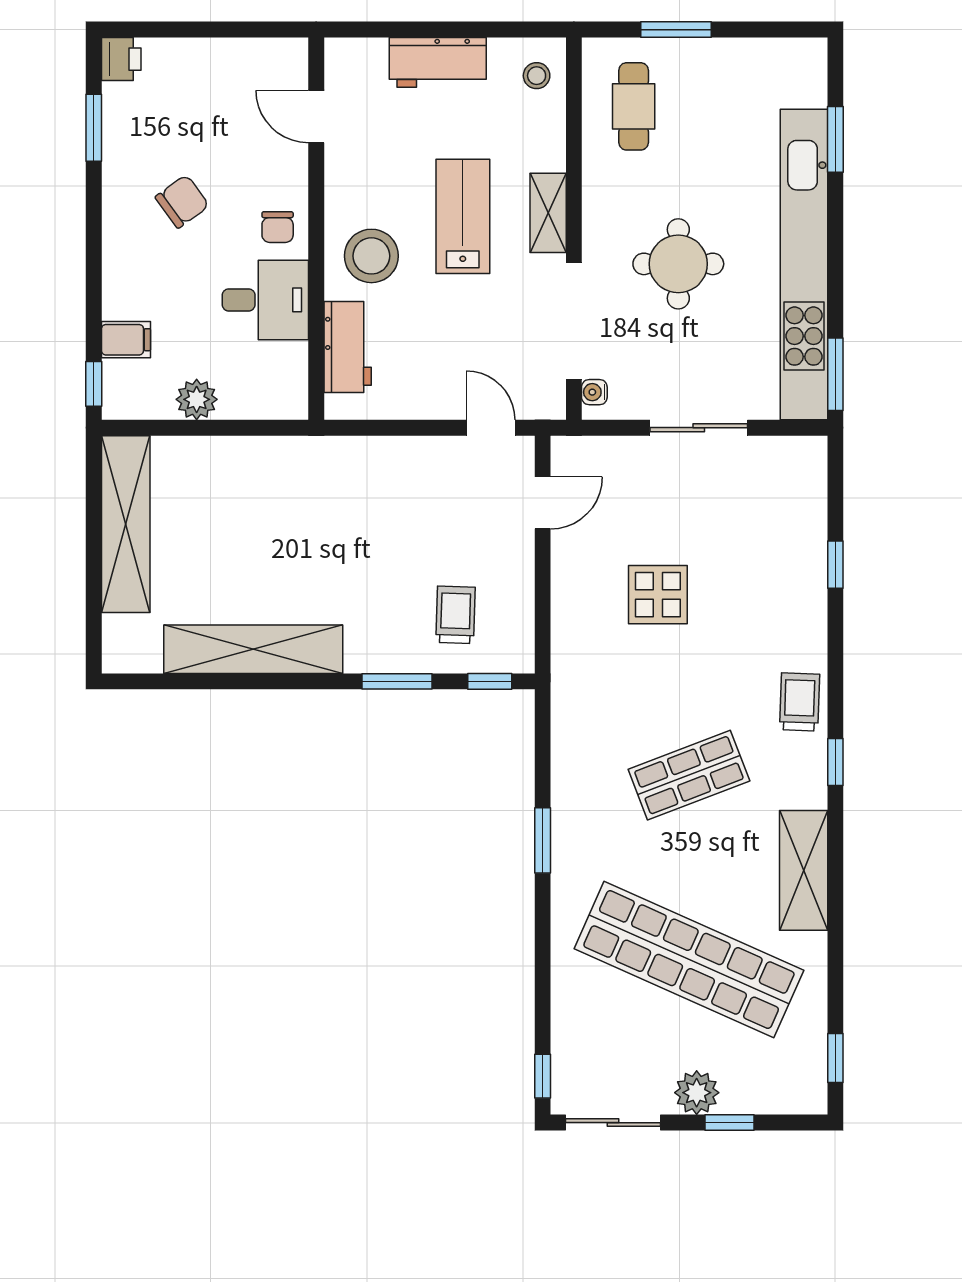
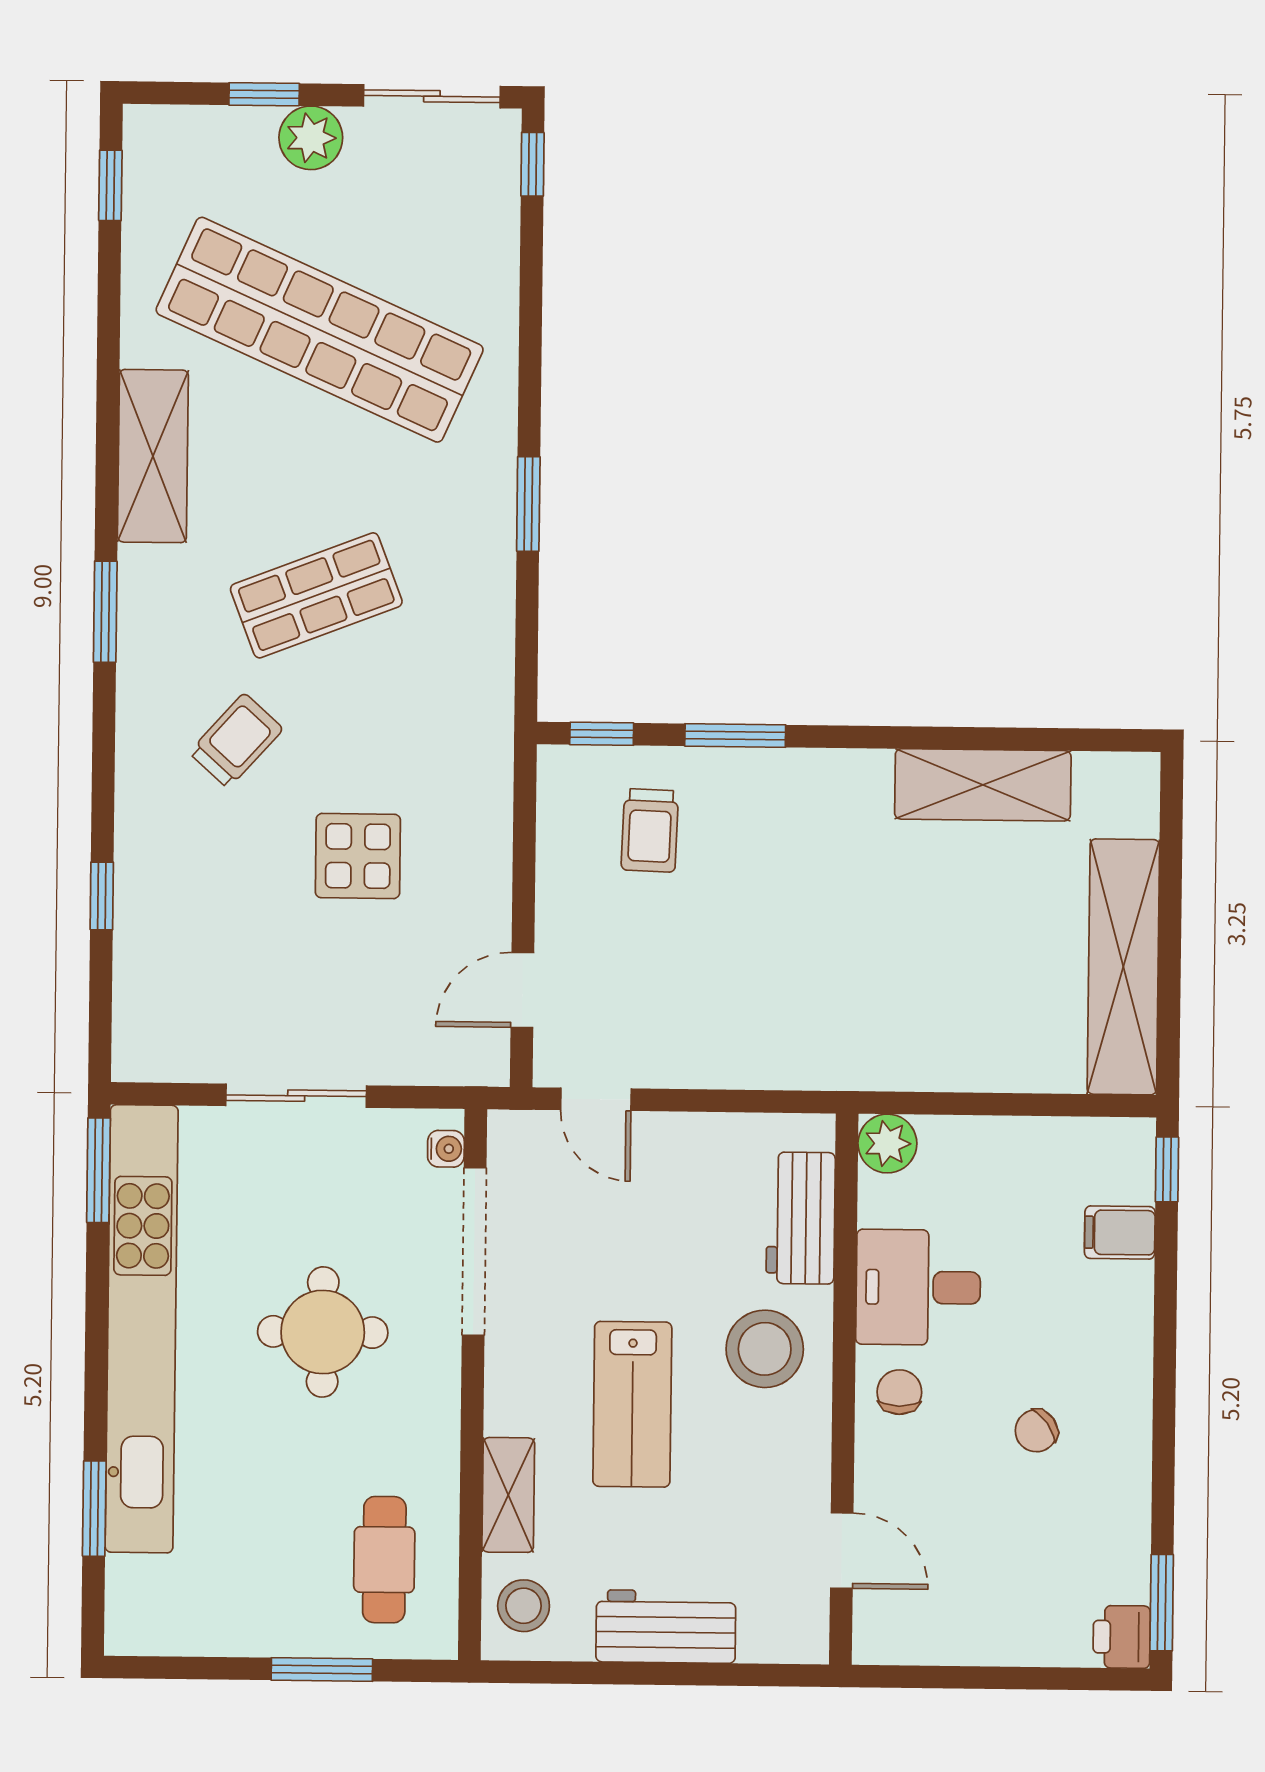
stool: (537, 76) -> (524, 1606), width x1.37, depth x1.37
window: (94, 128) -> (1162, 1603), moved
chair: (182, 201) -> (1036, 1431), width x0.73, depth x0.73
shelving: (548, 213) -> (508, 1495), moved
plant: (197, 399) -> (887, 1144), moved
shelving: (253, 649) -> (983, 785), width x0.68
trolley: (800, 702) -> (236, 741), moved, turned -140
window: (835, 762) -> (105, 612), width x1.50

